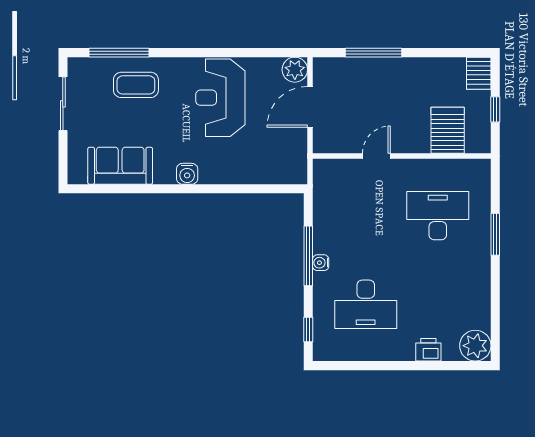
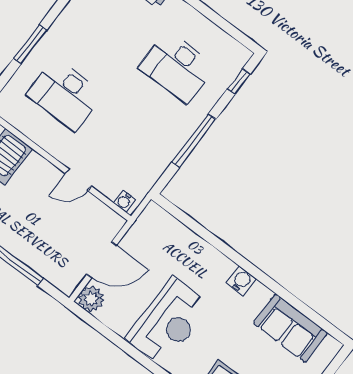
water cooler: (321, 263) -> (124, 201), moved, turned 90
desk: (366, 304) -> (177, 67), turned 180

